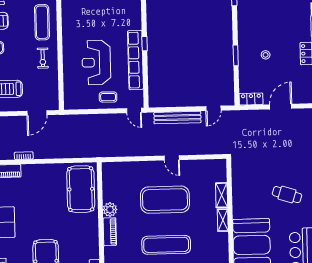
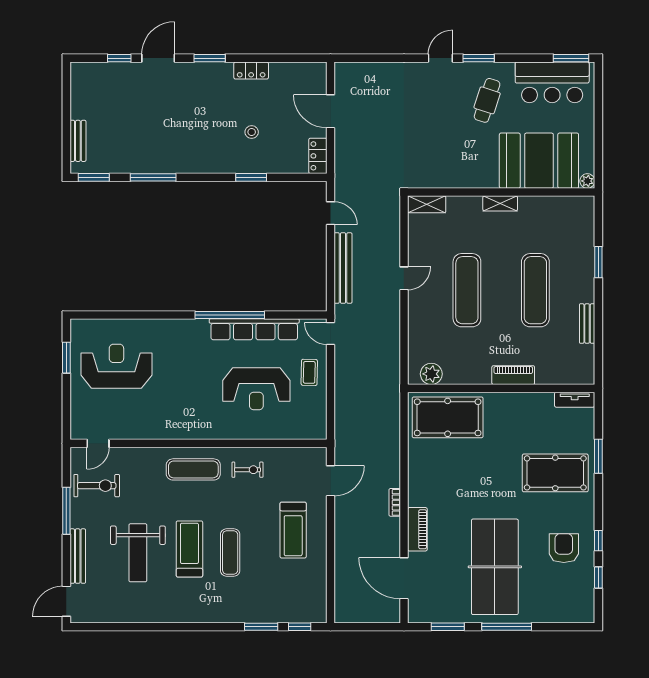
window: (145, 44) -> (230, 315), width x3.17
door: (134, 110) -> (331, 334), swing flipped
door: (37, 113) -> (331, 481), hinge flipped
shelving: (222, 195) -> (427, 204), moved
cafe table: (287, 195) -> (487, 100), moved
exercise mat: (165, 200) -> (467, 290), width x0.68
plant: (110, 210) -> (431, 374), moved

